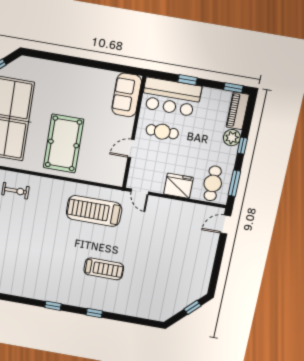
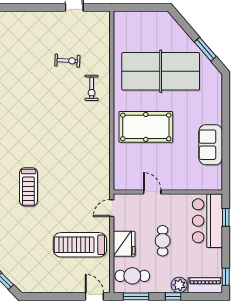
window: (187, 80) -> (226, 217), moved
sofa: (127, 95) -> (211, 145), moved, turned -90
cafe table: (162, 132) -> (163, 241), moved
treadmill: (94, 211) -> (80, 245), moved, turned -90

